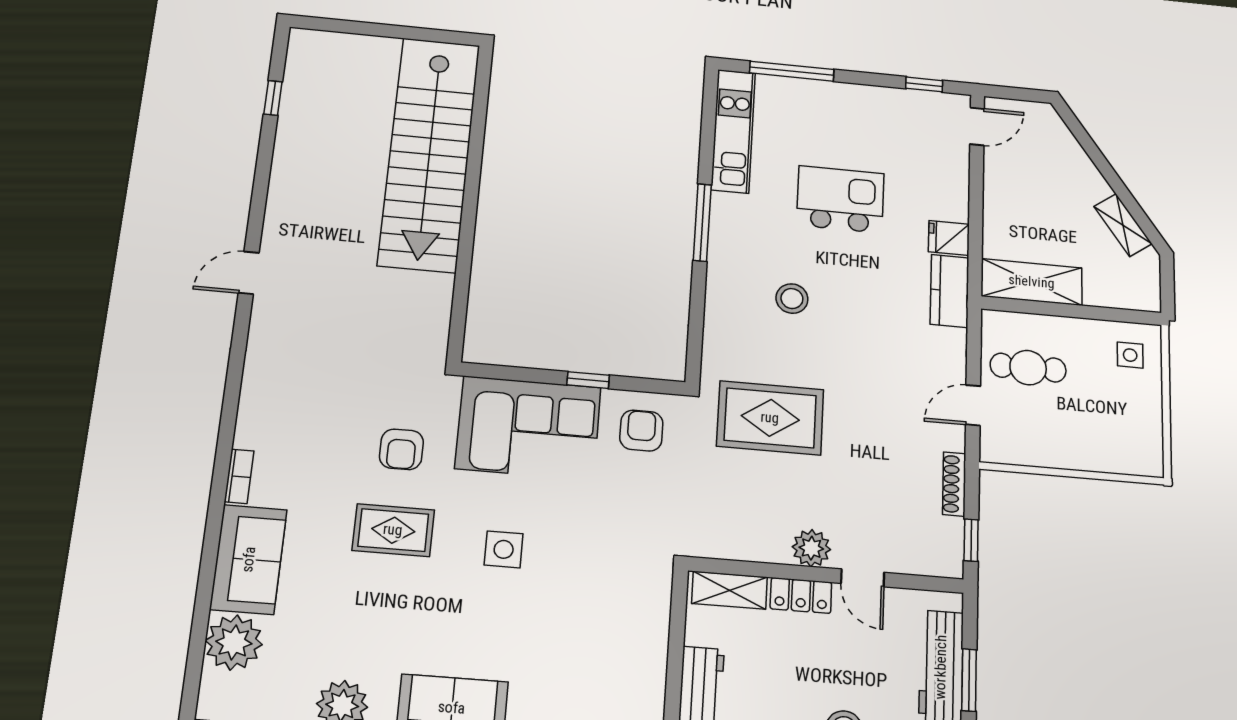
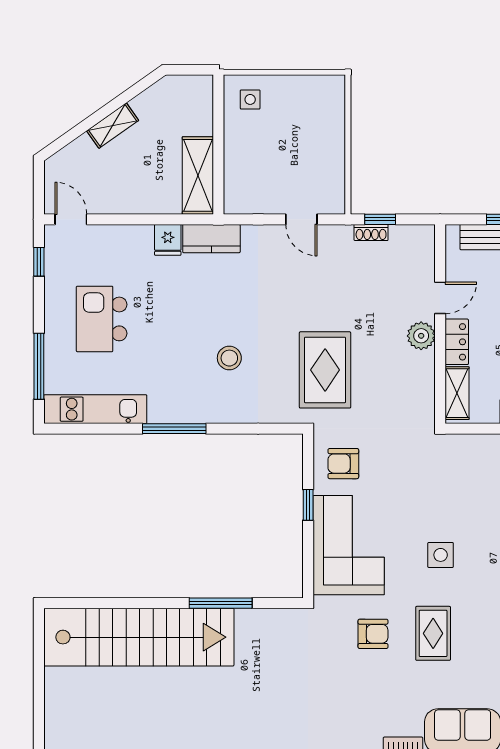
kitchen island: (840, 199) -> (102, 319), moved
shelving: (1123, 225) -> (113, 126), moved
window: (464, 258) -> (221, 603), added
cafe table: (1028, 368) -> (268, 178), removed
shoe rack: (954, 484) -> (371, 232), width x0.70
window: (971, 540) -> (380, 219), moved

